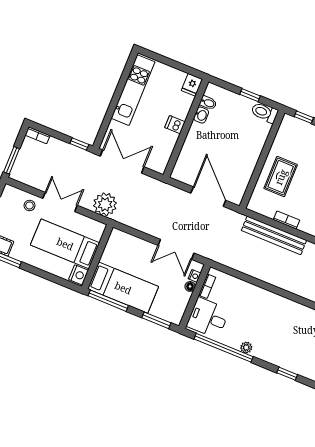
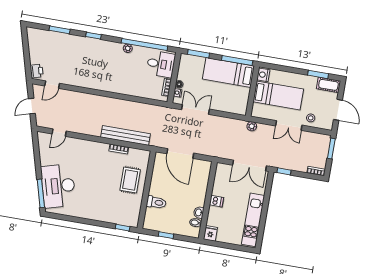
toilet: (264, 113) -> (156, 202), moved
plant: (105, 204) -> (252, 126), width x0.53, depth x0.53

